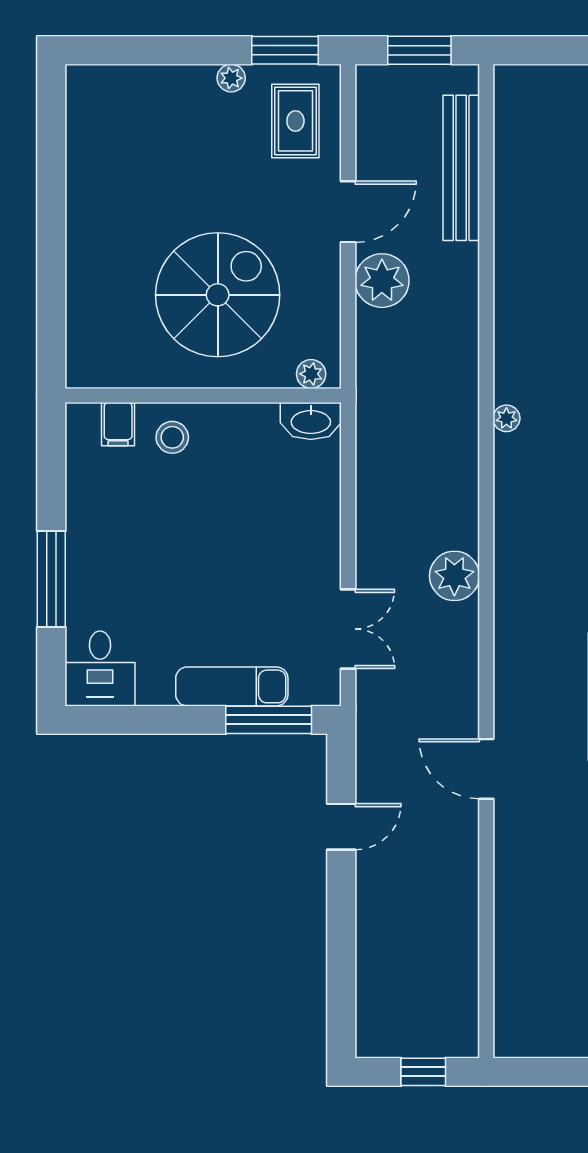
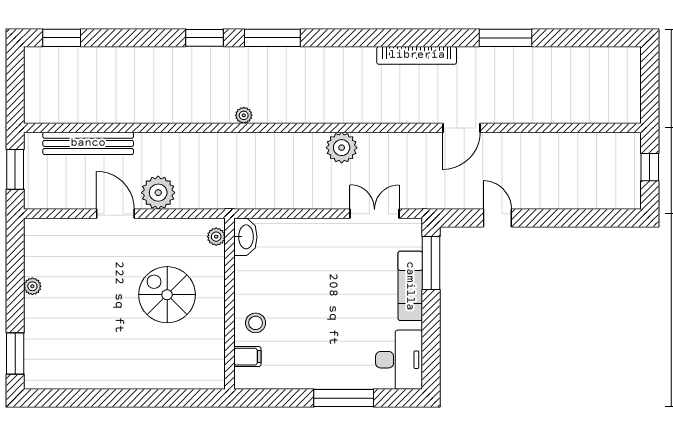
window: (285, 50) -> (15, 354), moved
rug: (295, 121) -> (59, 246), removed
spiral stairs: (218, 295) -> (167, 295), width x0.73, depth x0.73
desk: (100, 668) -> (399, 360), width x1.37

